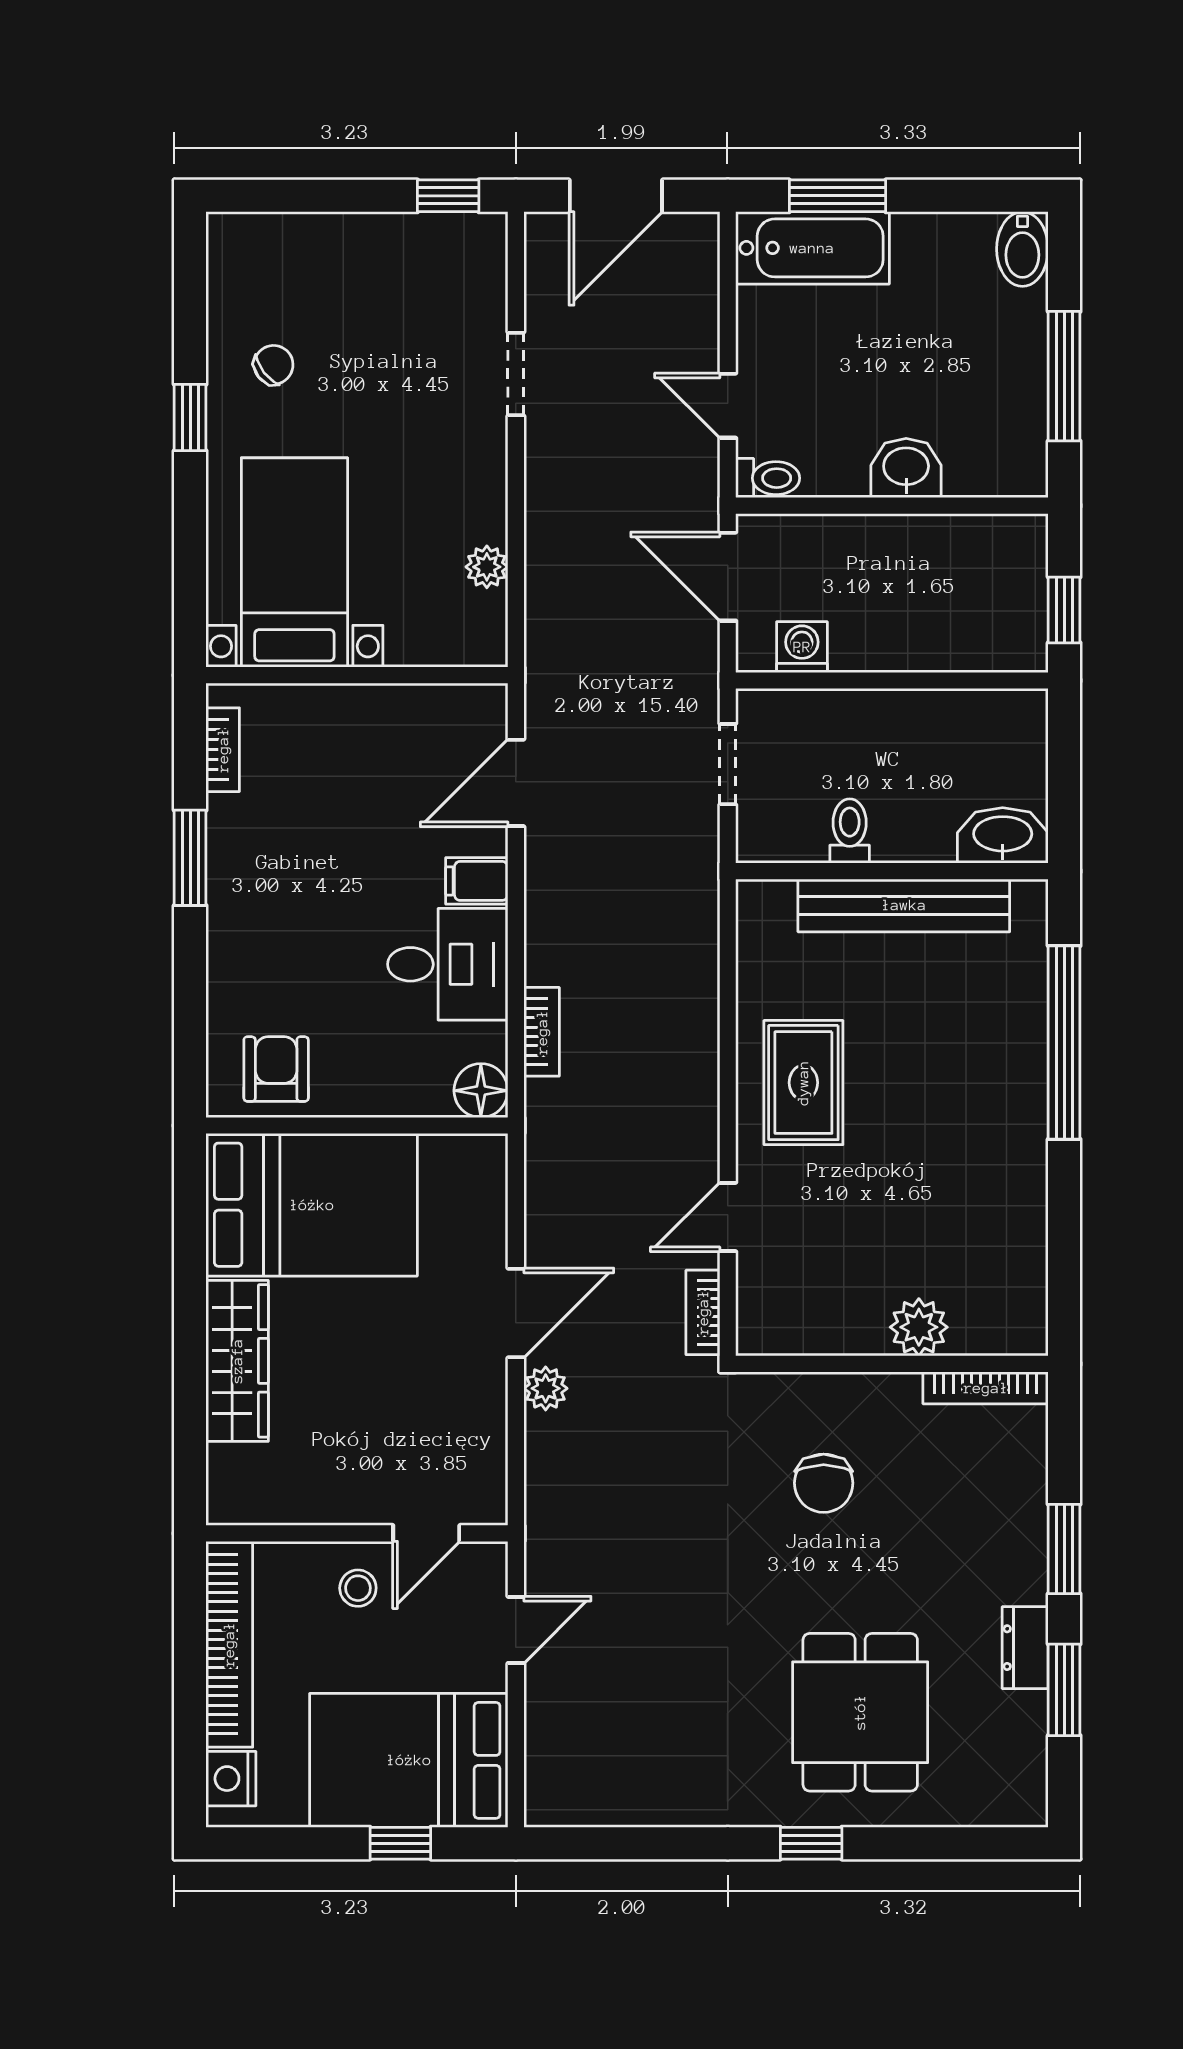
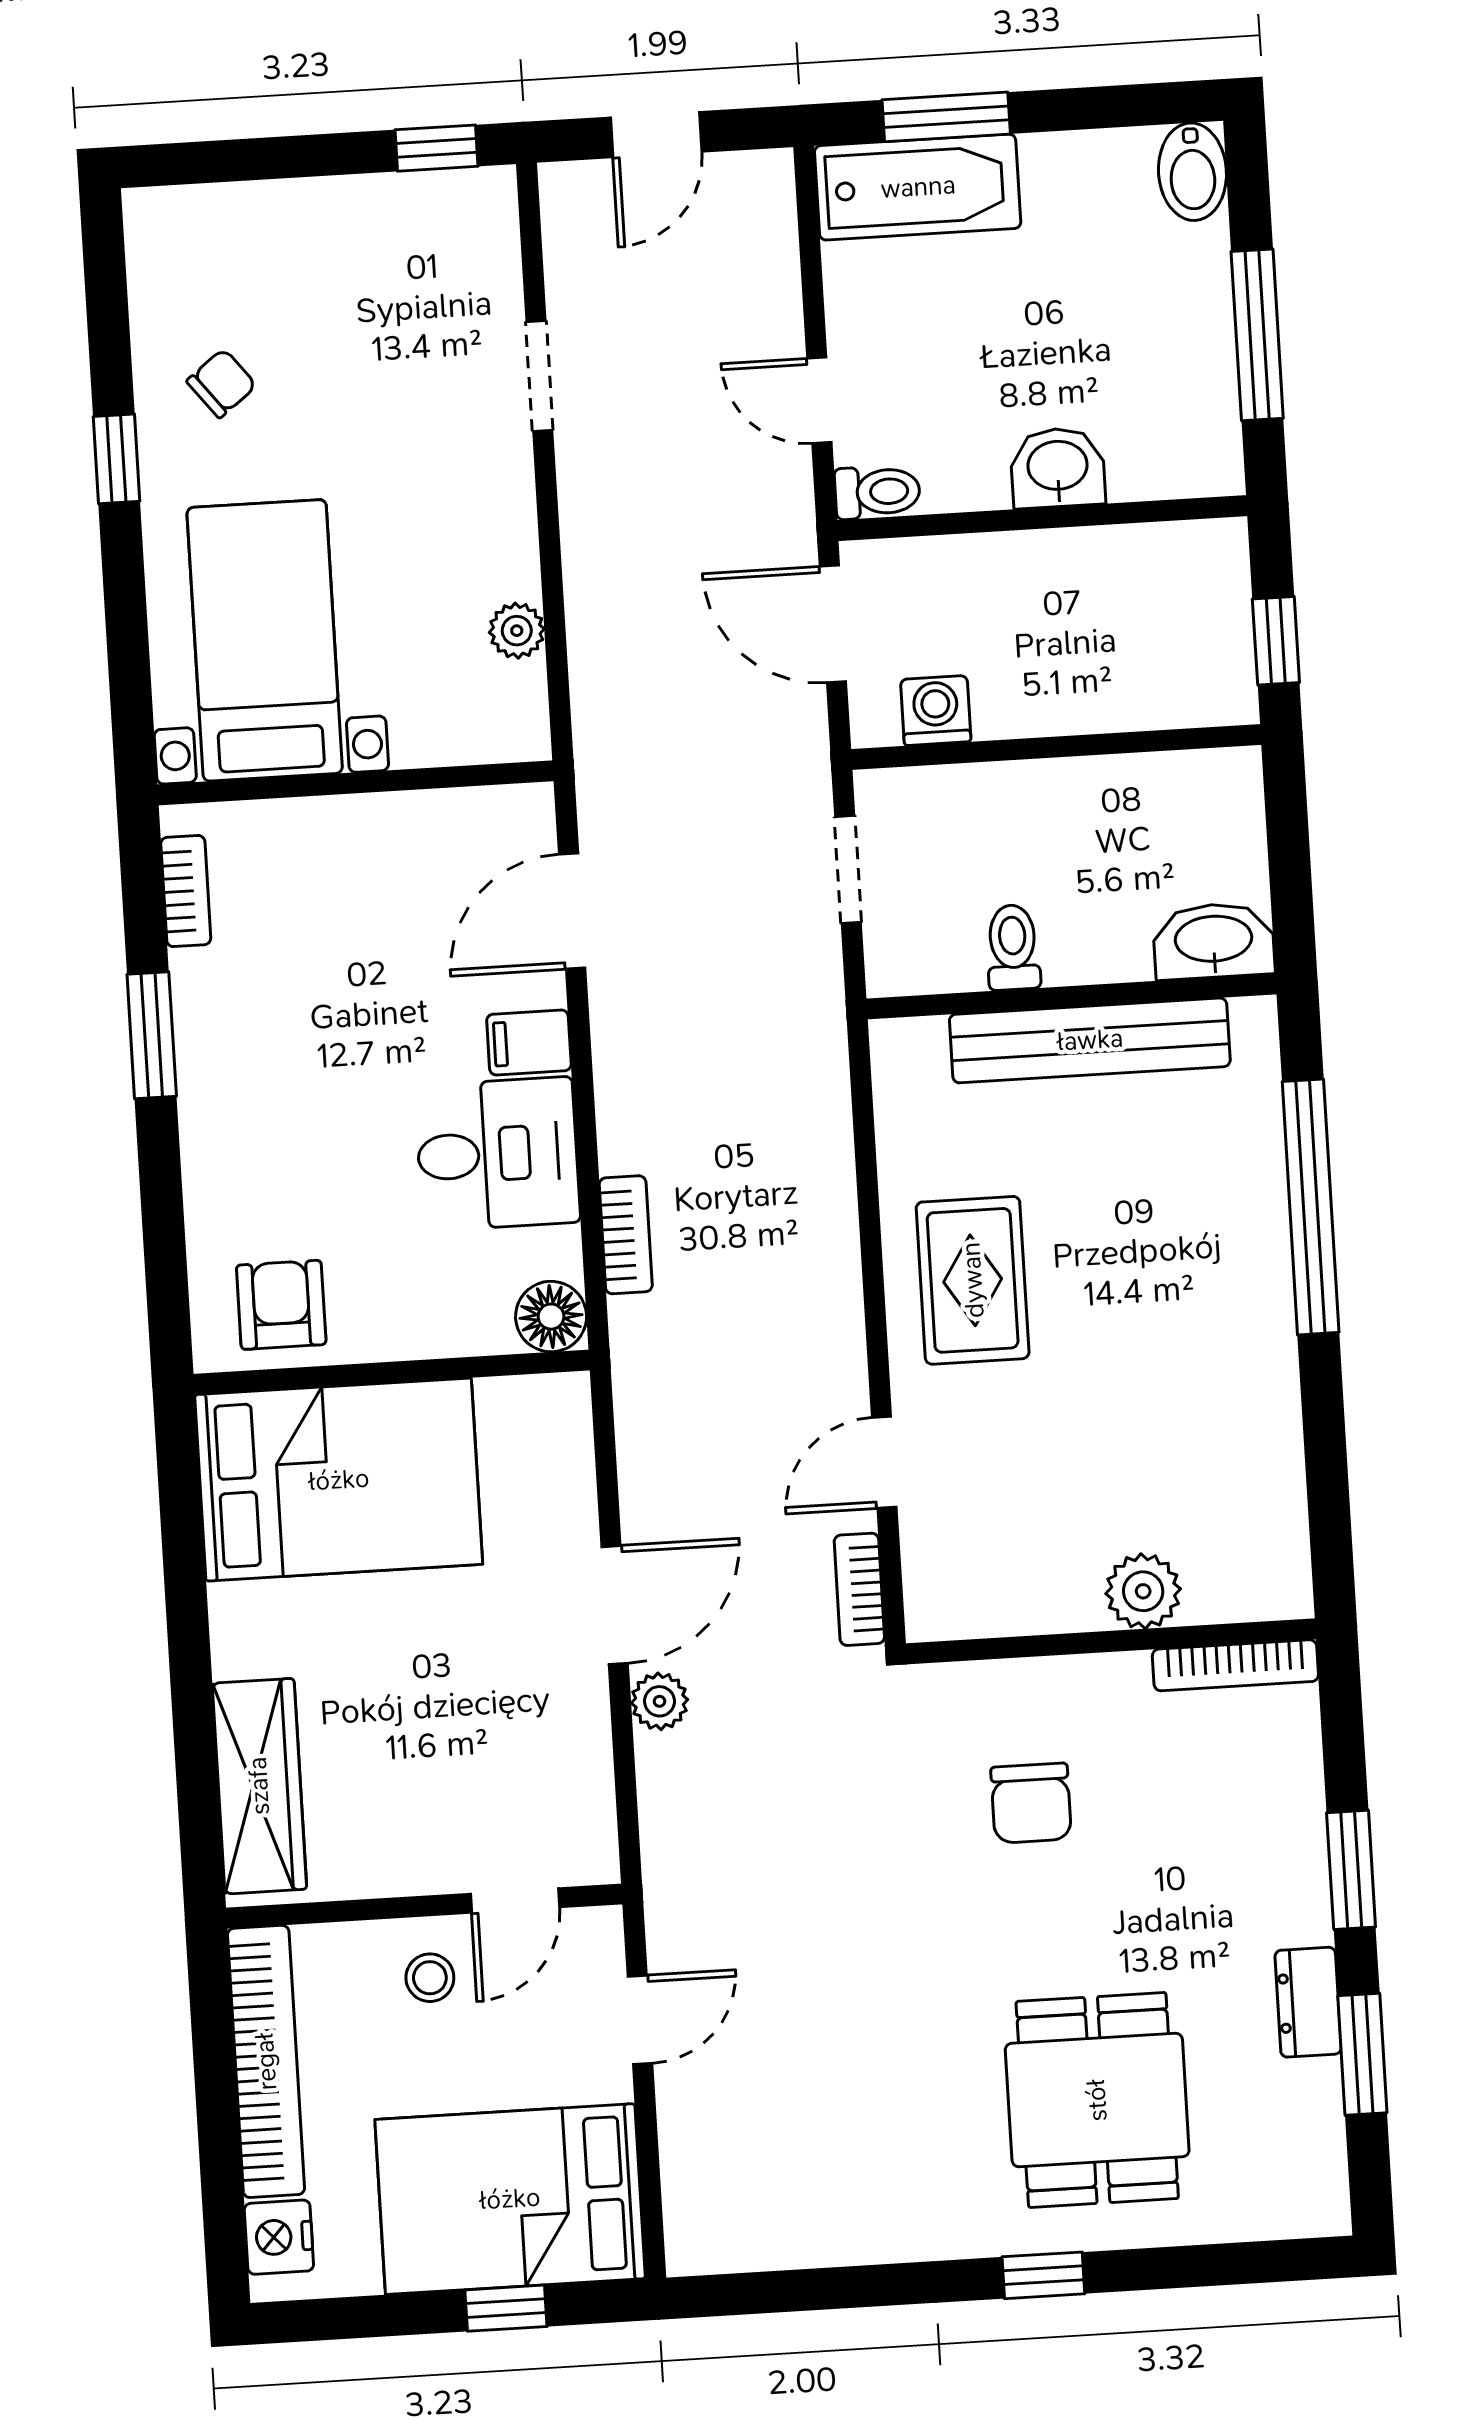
door: (616, 196) -> (656, 135), width x0.73
wardrobe: (237, 1361) -> (259, 1786), moved

